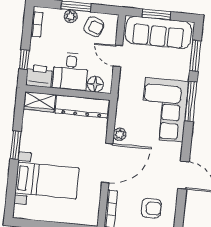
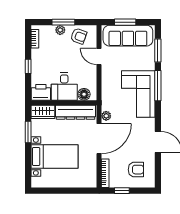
desk: (71, 71) -> (64, 86), moved
printer: (39, 76) -> (41, 92), moved
floor lamp: (95, 84) -> (84, 94), moved
wall: (68, 93) -> (64, 103), moved
wardrobe: (39, 102) -> (43, 112), moved
dresser: (82, 107) -> (76, 112), moved

